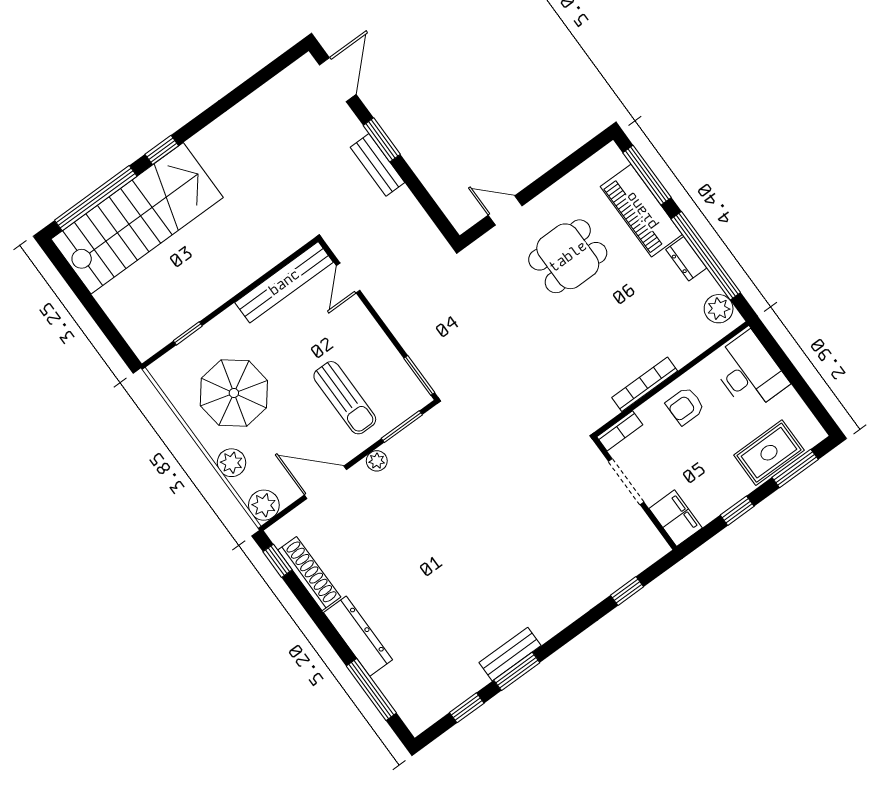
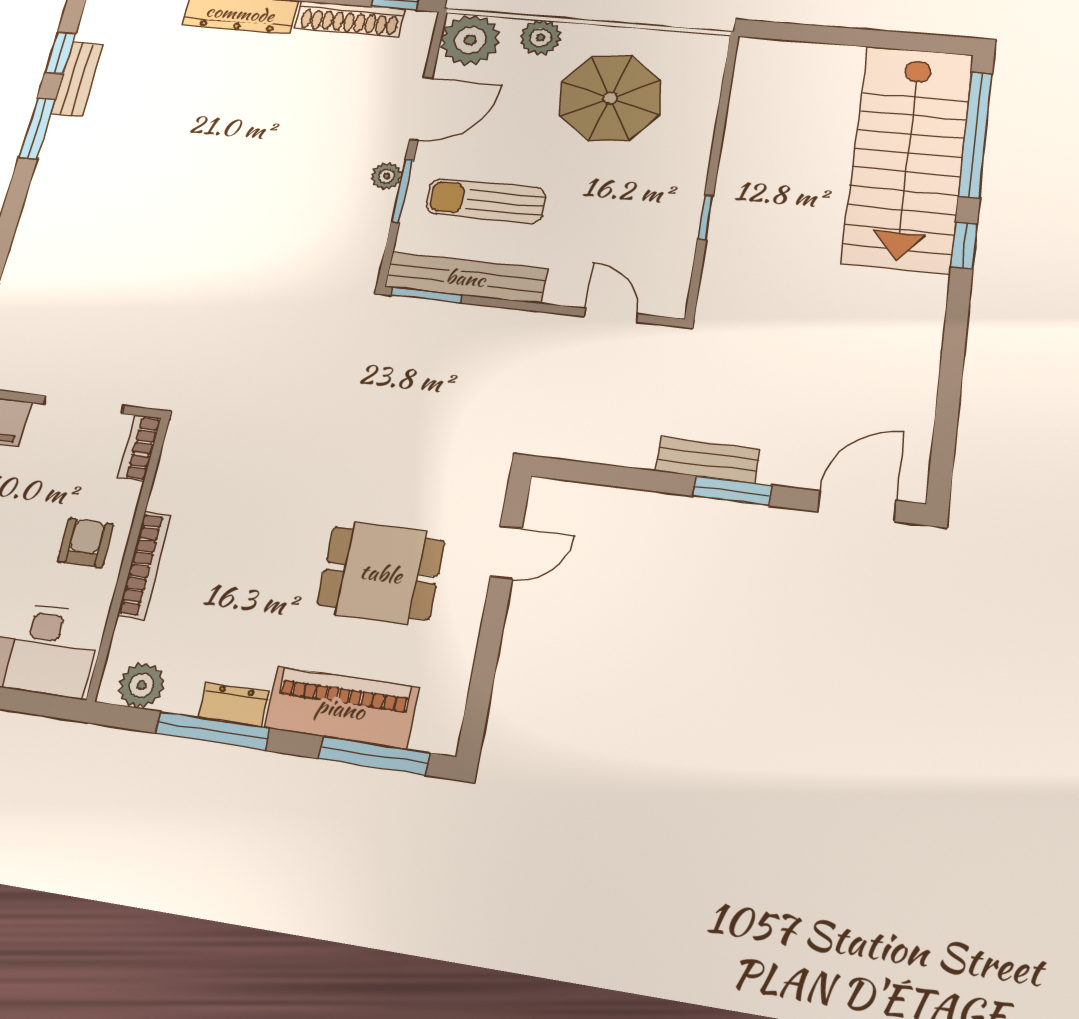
door: (338, 80) -> (857, 506), swing flipped
dining table: (568, 256) -> (381, 573), turned 90
window: (706, 256) -> (212, 731), width x0.68
bench: (284, 282) -> (466, 278), moved, turned 90
window: (188, 333) -> (705, 218), moved
bookcase: (645, 384) -> (144, 565), moved
window: (402, 427) -> (402, 191), moved
plant: (264, 505) -> (470, 40), width x1.36, depth x1.36
bench: (510, 654) -> (77, 79), moved

